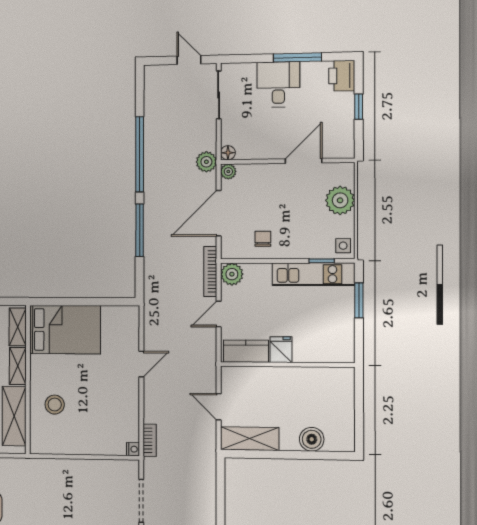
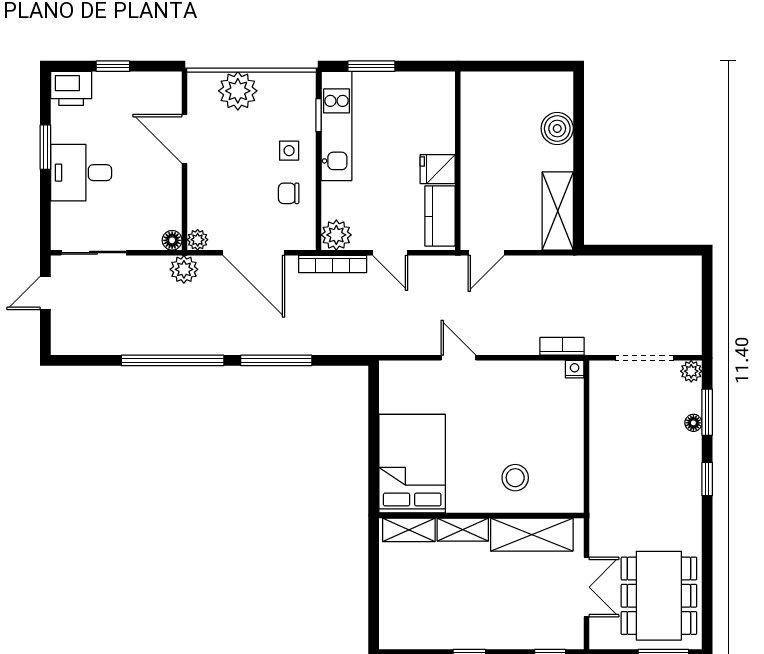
window: (297, 57) -> (45, 147), width x0.69
side table: (343, 246) -> (289, 151), moved
door: (219, 407) -> (486, 253), moved

